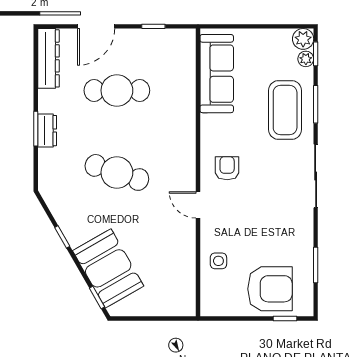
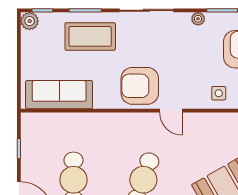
plant: (306, 59) -> (198, 19), moved
armchair: (227, 168) -> (140, 86), width x1.88, depth x1.88
door: (198, 205) -> (171, 111), hinge flipped

